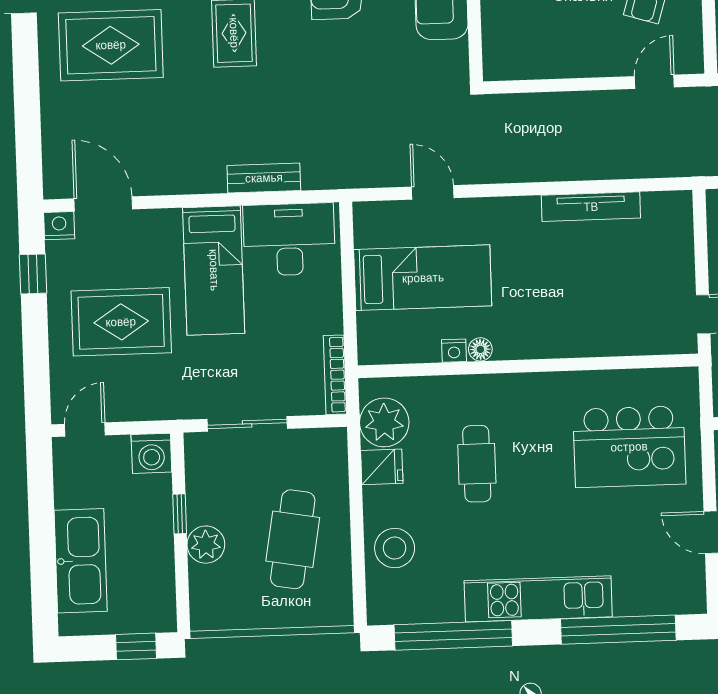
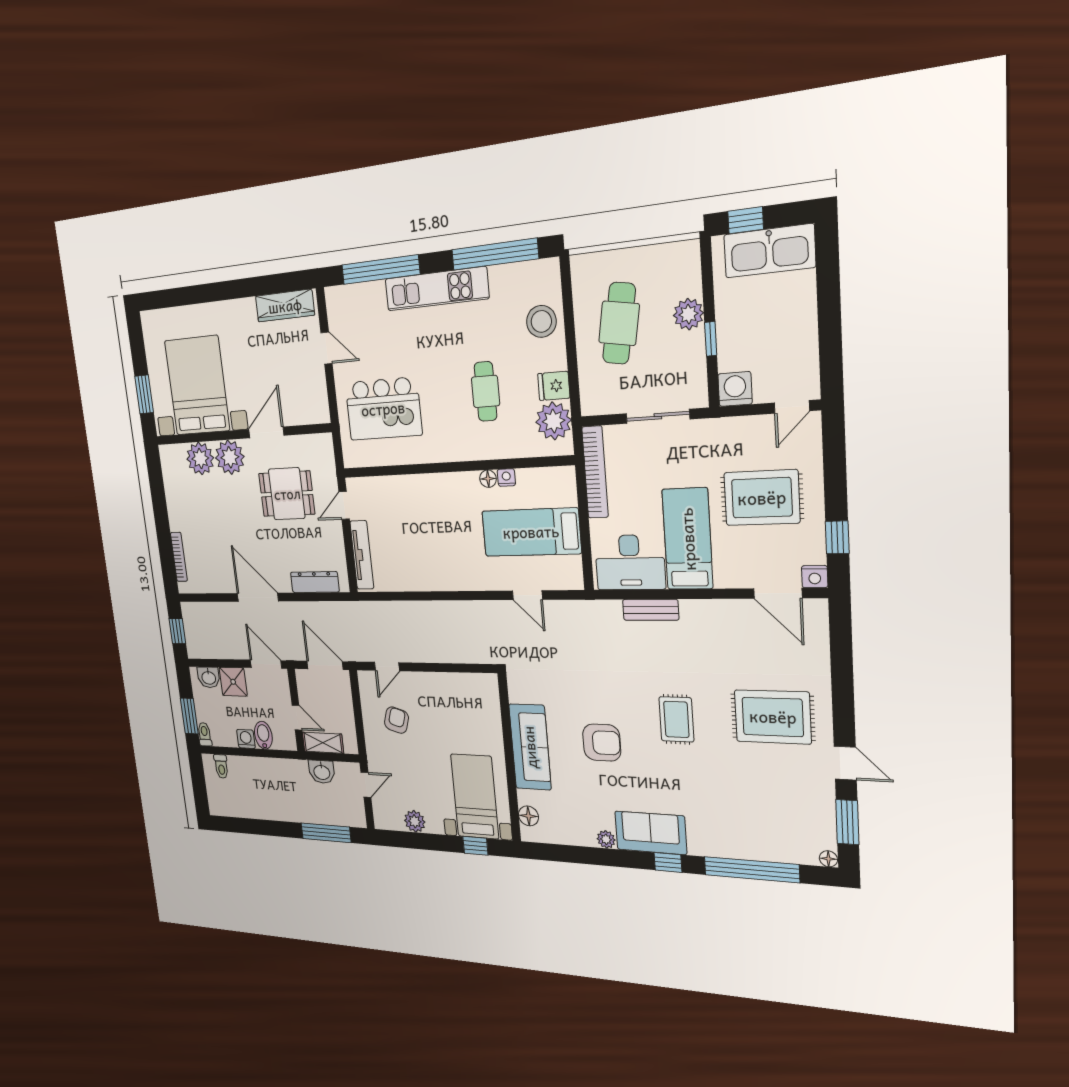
tv unit: (591, 207) -> (362, 555), moved, turned 90
bookcase: (335, 375) -> (595, 472), width x1.48, depth x1.31
kitchen island: (629, 447) -> (383, 409), turned 180
kitchen sink: (81, 561) -> (769, 251), moved, turned -90

